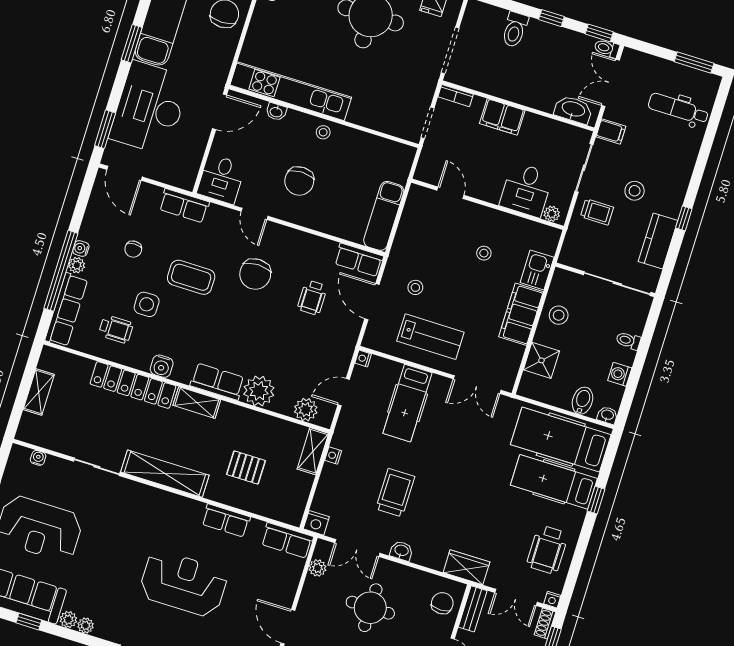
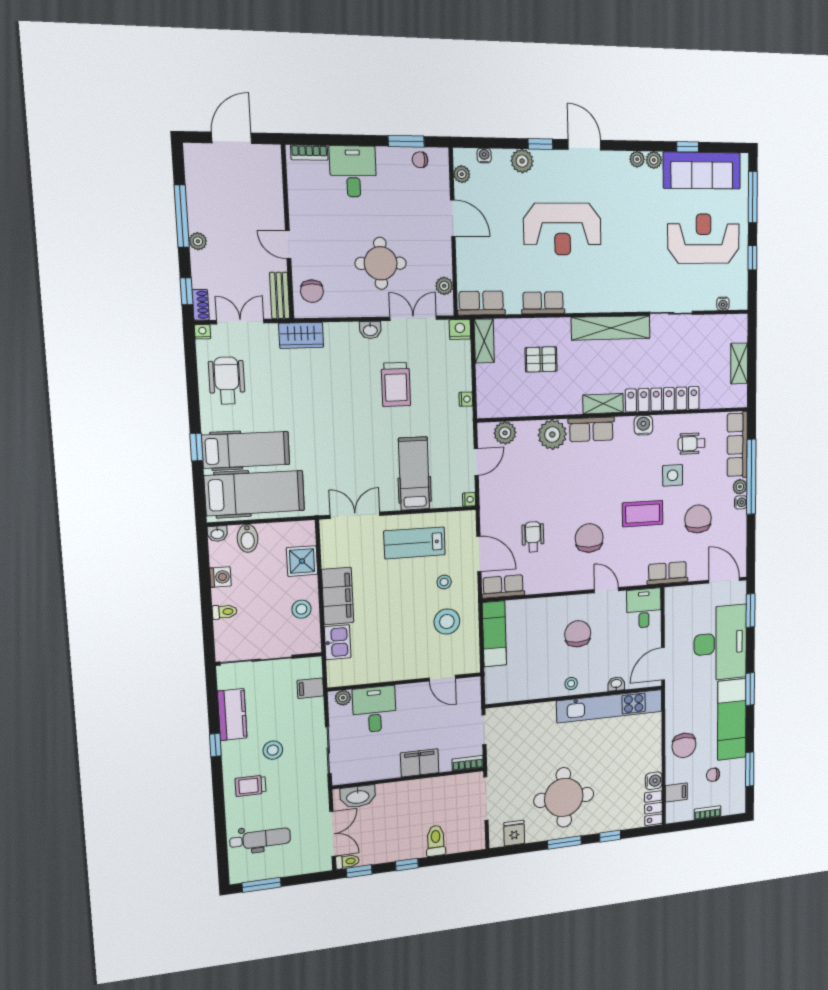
filing cabinet: (611, 131) -> (310, 688), moved
trolley: (597, 212) -> (251, 786), moved
chair: (133, 249) -> (698, 519), width x1.87, depth x1.87
stool: (484, 253) -> (447, 622), moved, width x1.89, depth x1.89
shelving: (313, 451) -> (484, 341), moved

